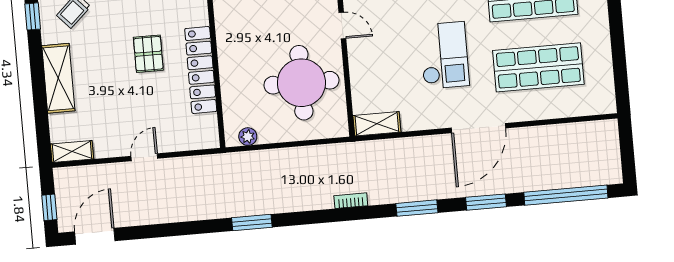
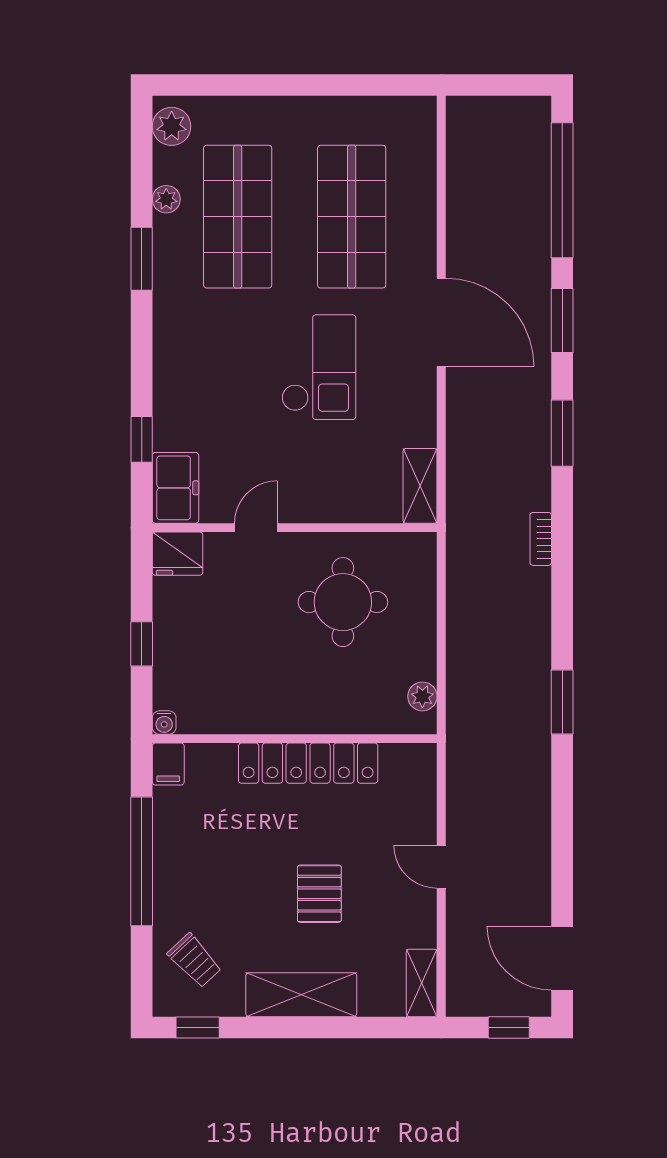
pallet: (148, 54) -> (319, 894), moved, turned 90
checkout: (444, 55) -> (319, 367), turned 90
round table: (301, 83) -> (343, 602), width x0.73, depth x0.73

